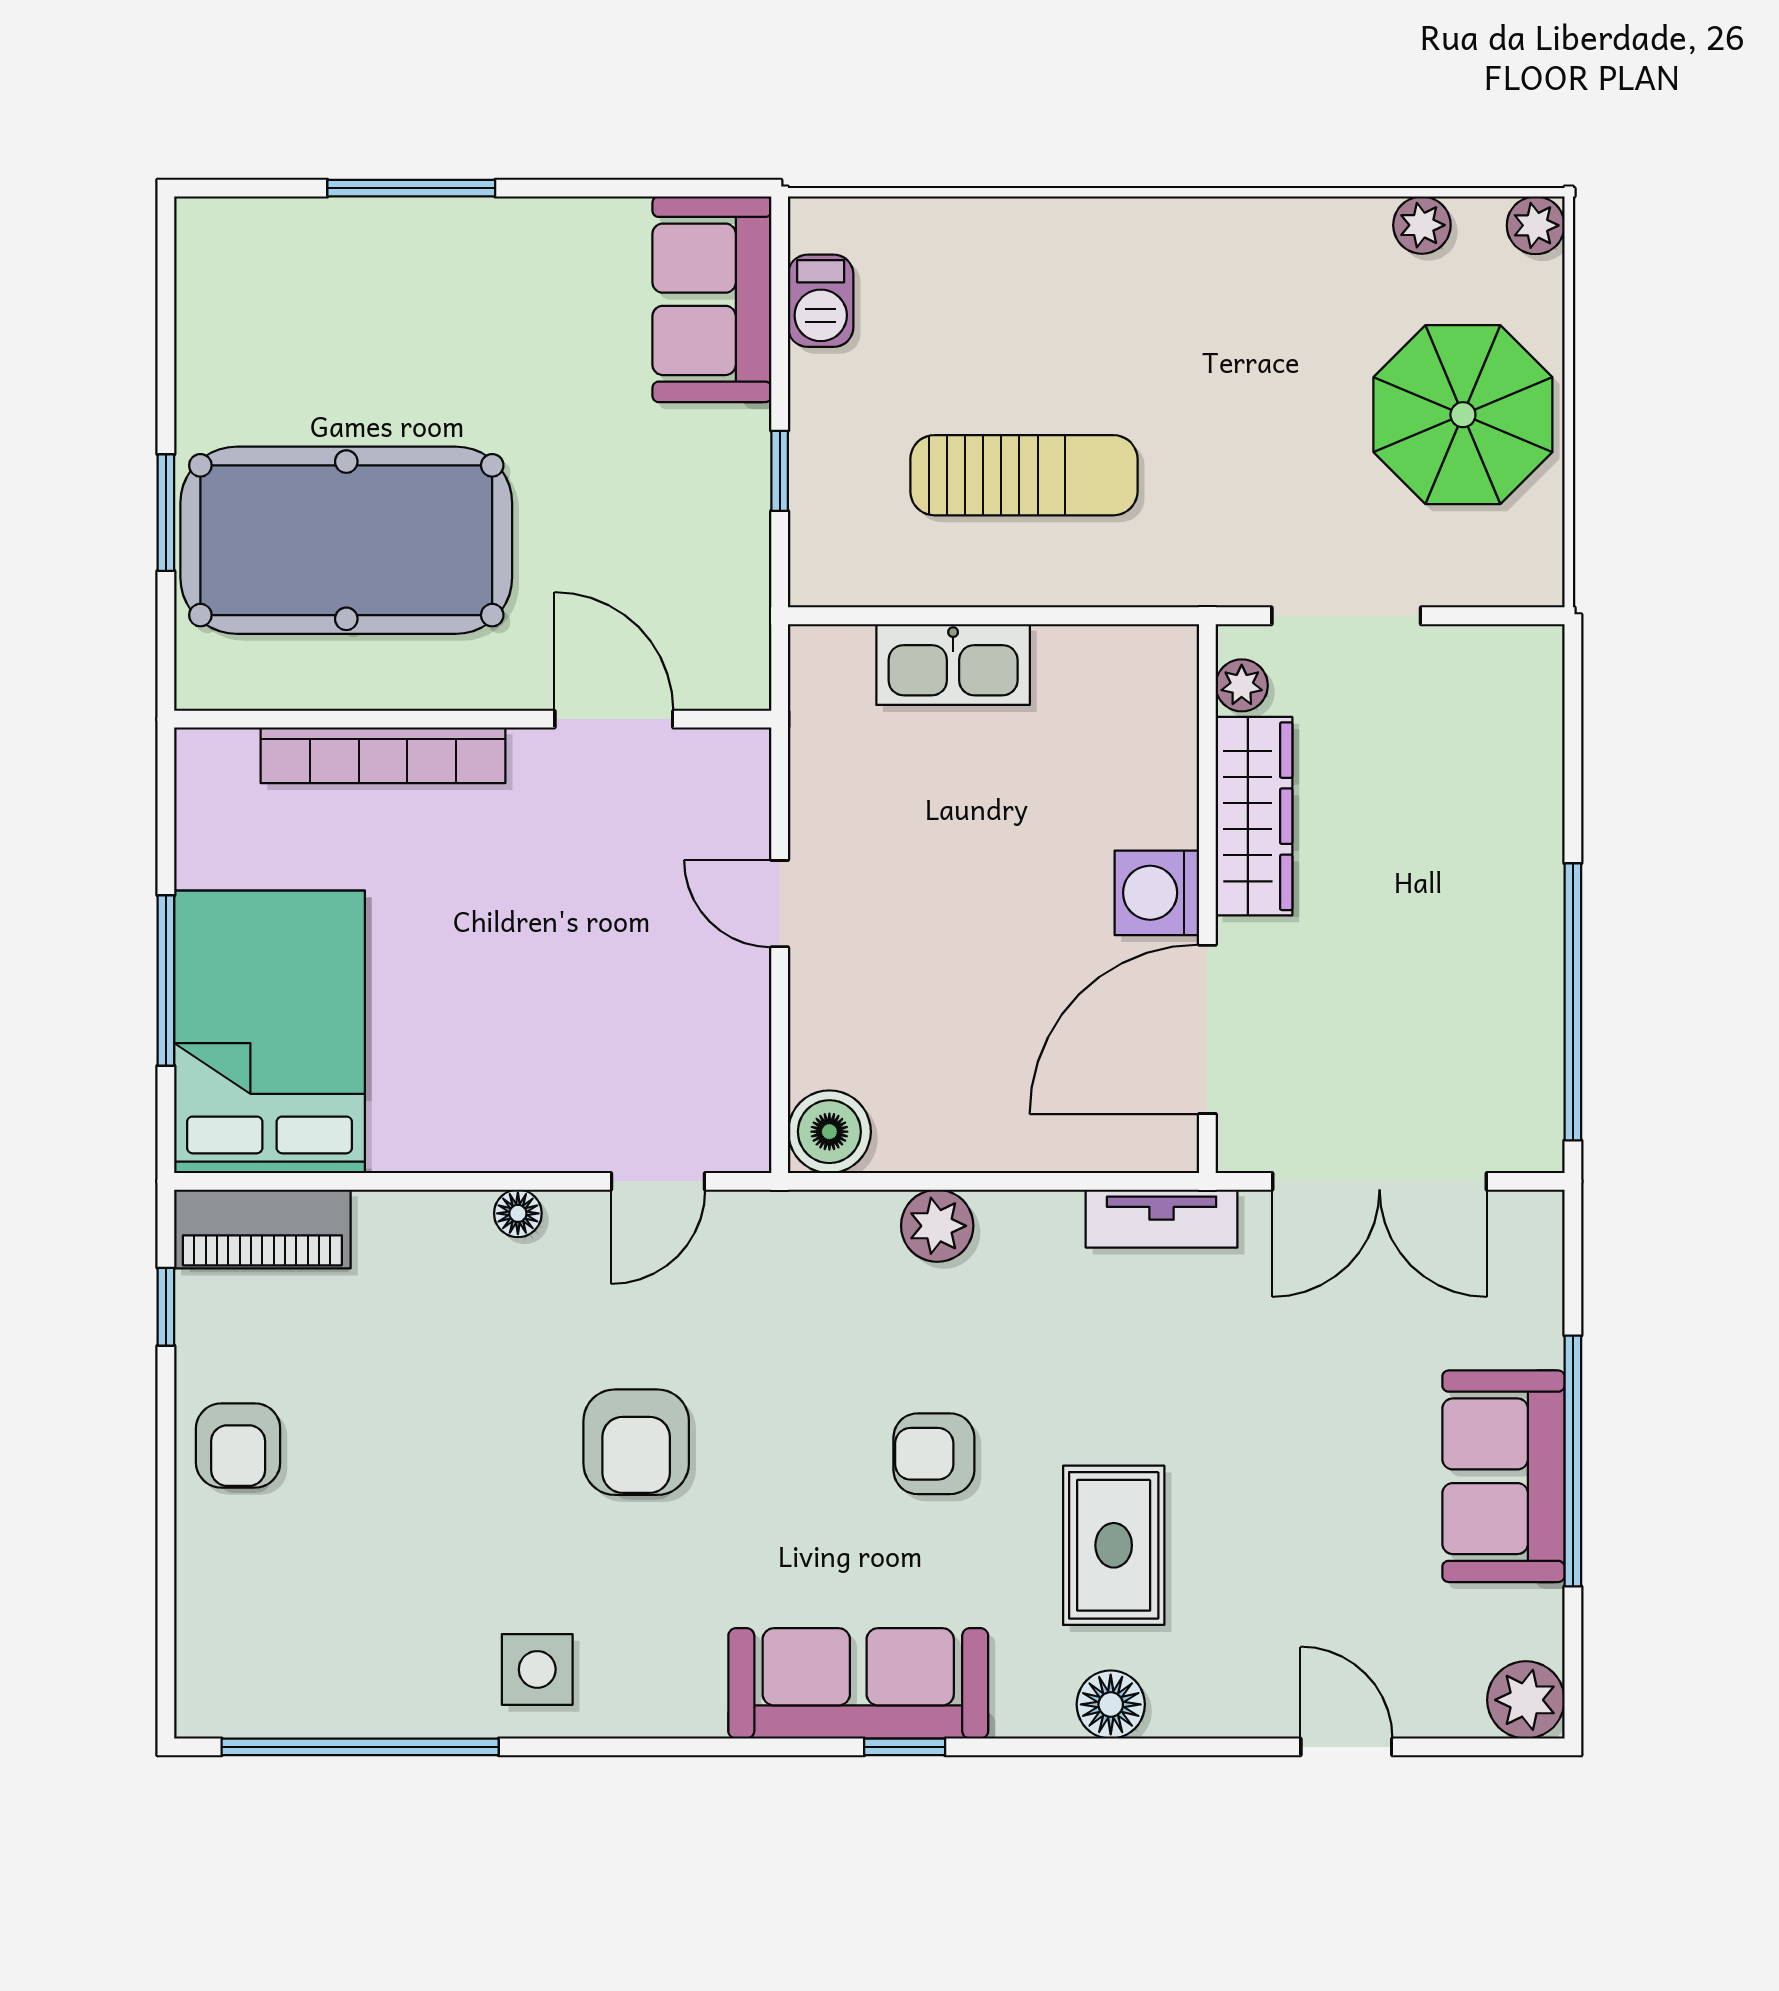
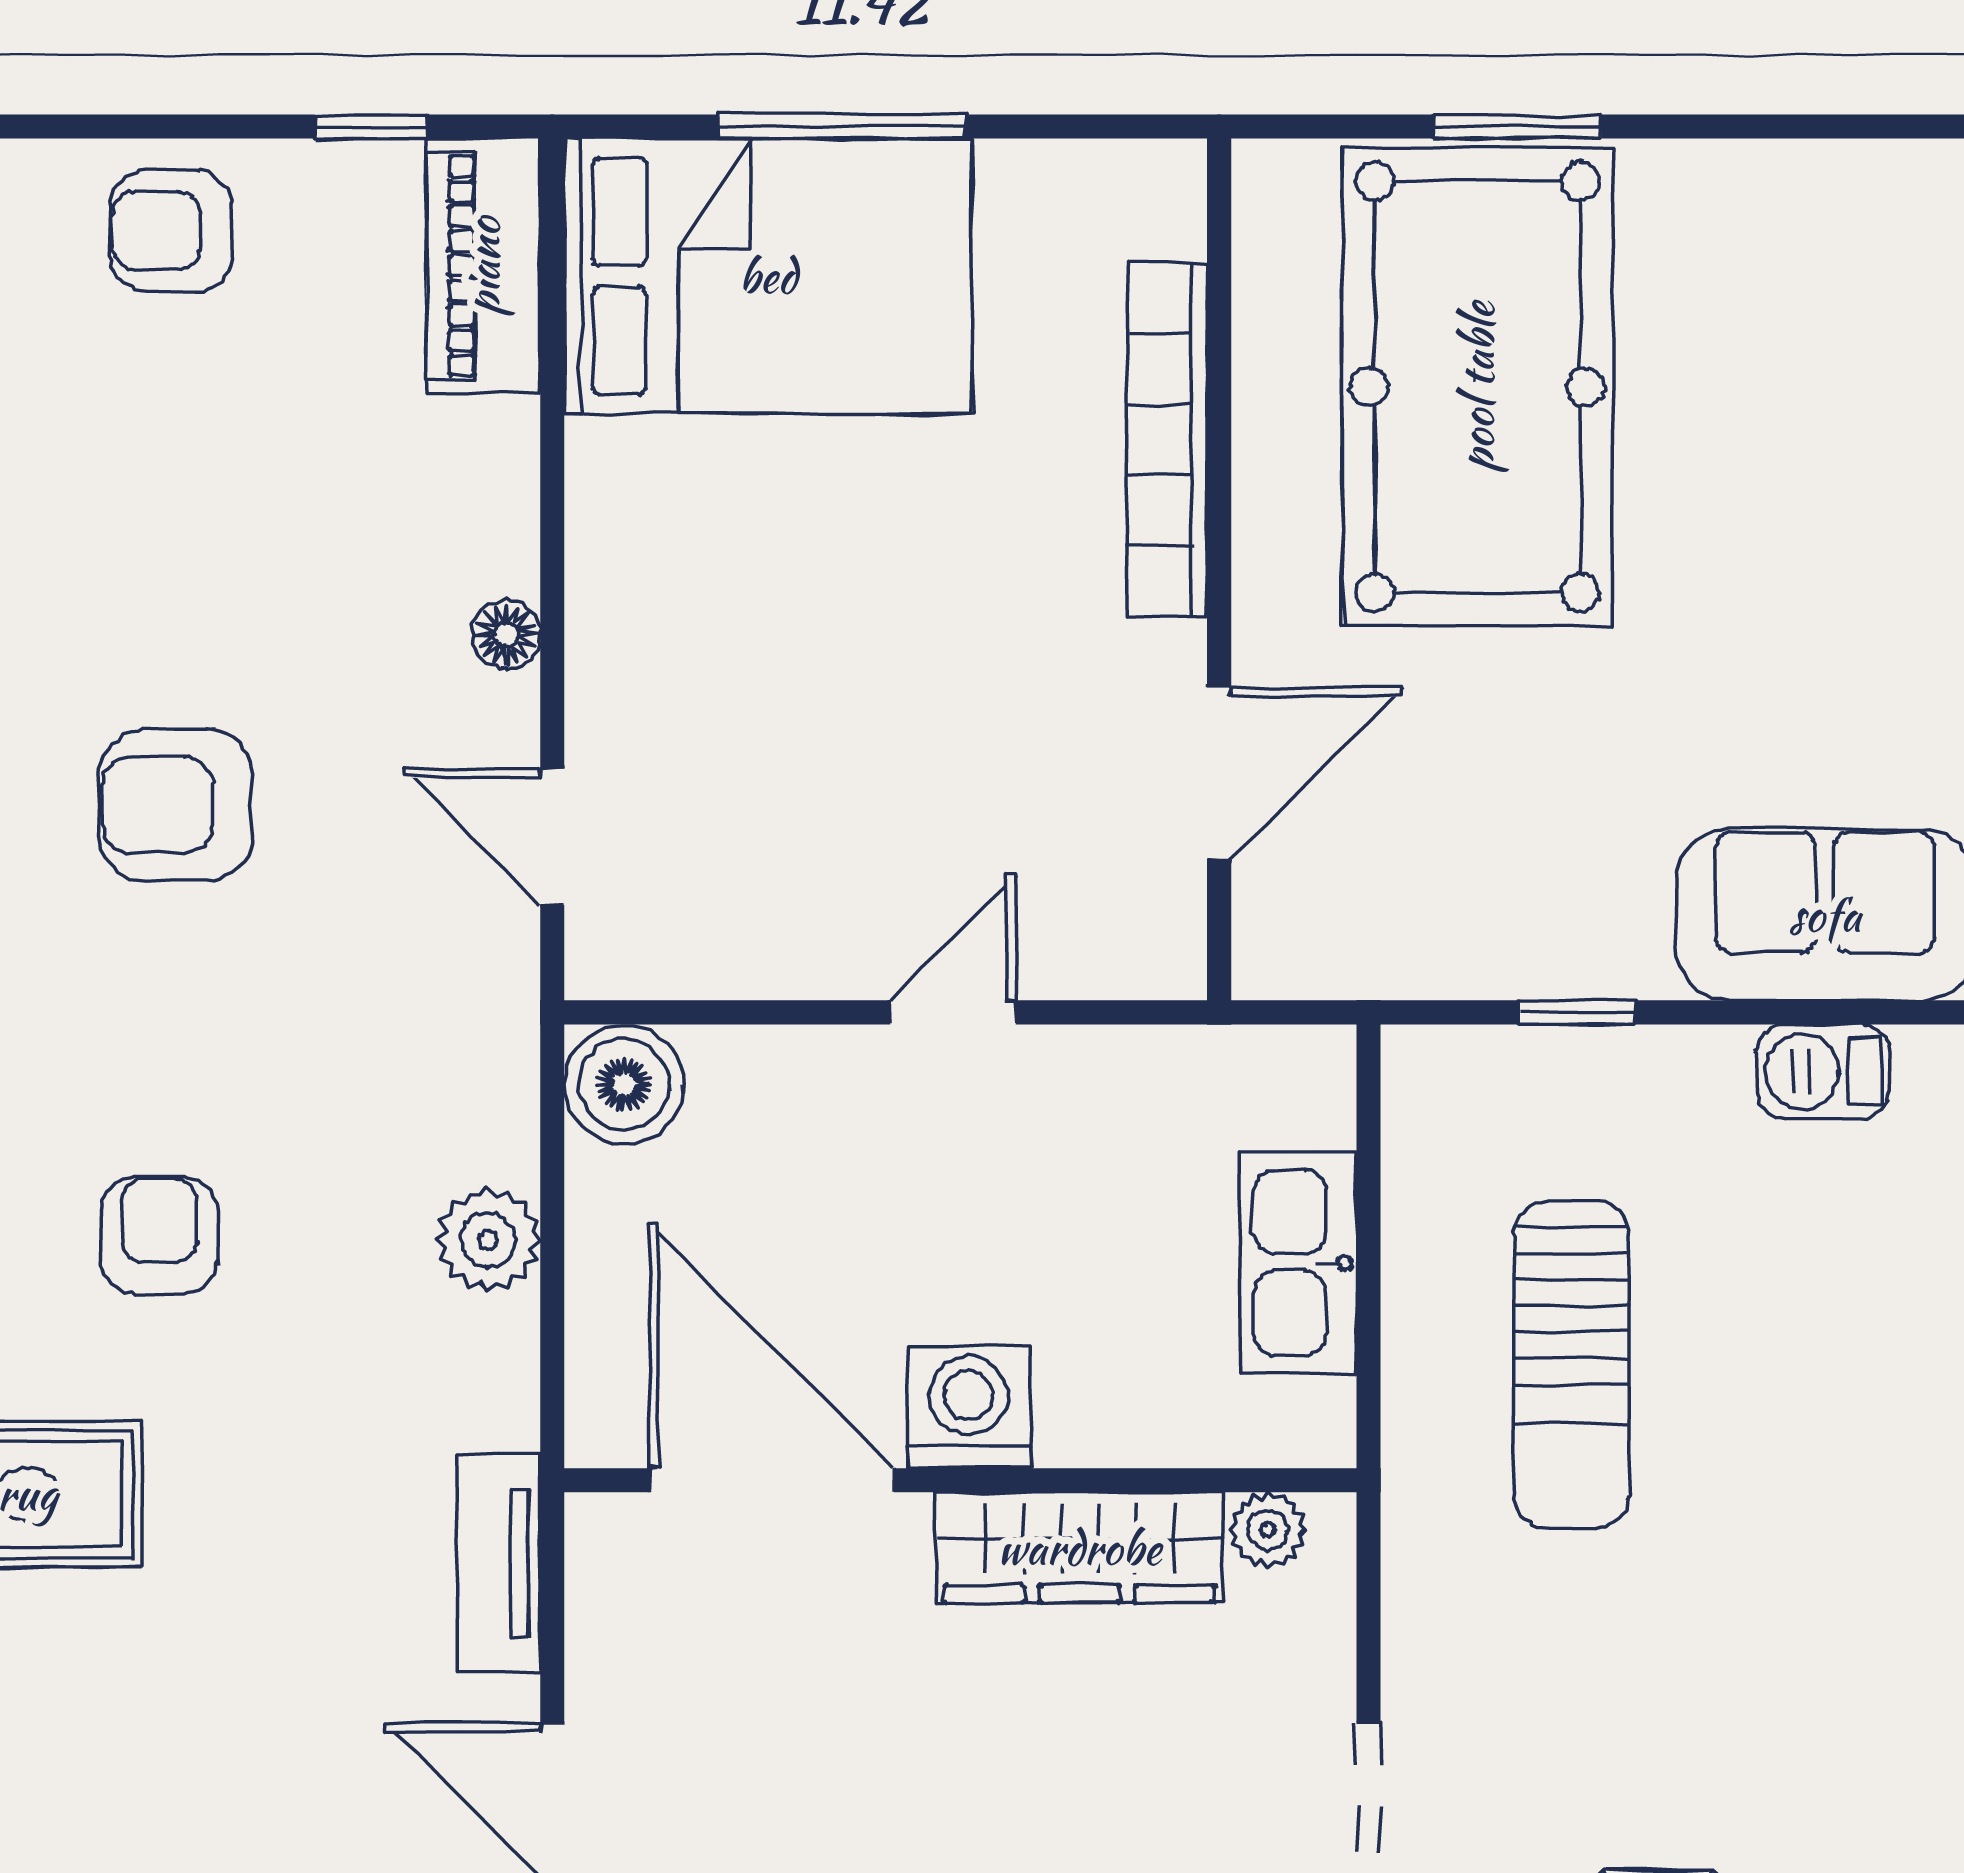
plant: (1242, 685) -> (1268, 1530), moved
wardrobe: (1254, 816) -> (1079, 1548), moved
washing machine: (1157, 893) -> (969, 1407), moved
wall: (1207, 899) -> (960, 1480), moved
door: (1207, 1029) -> (772, 1480), moved

